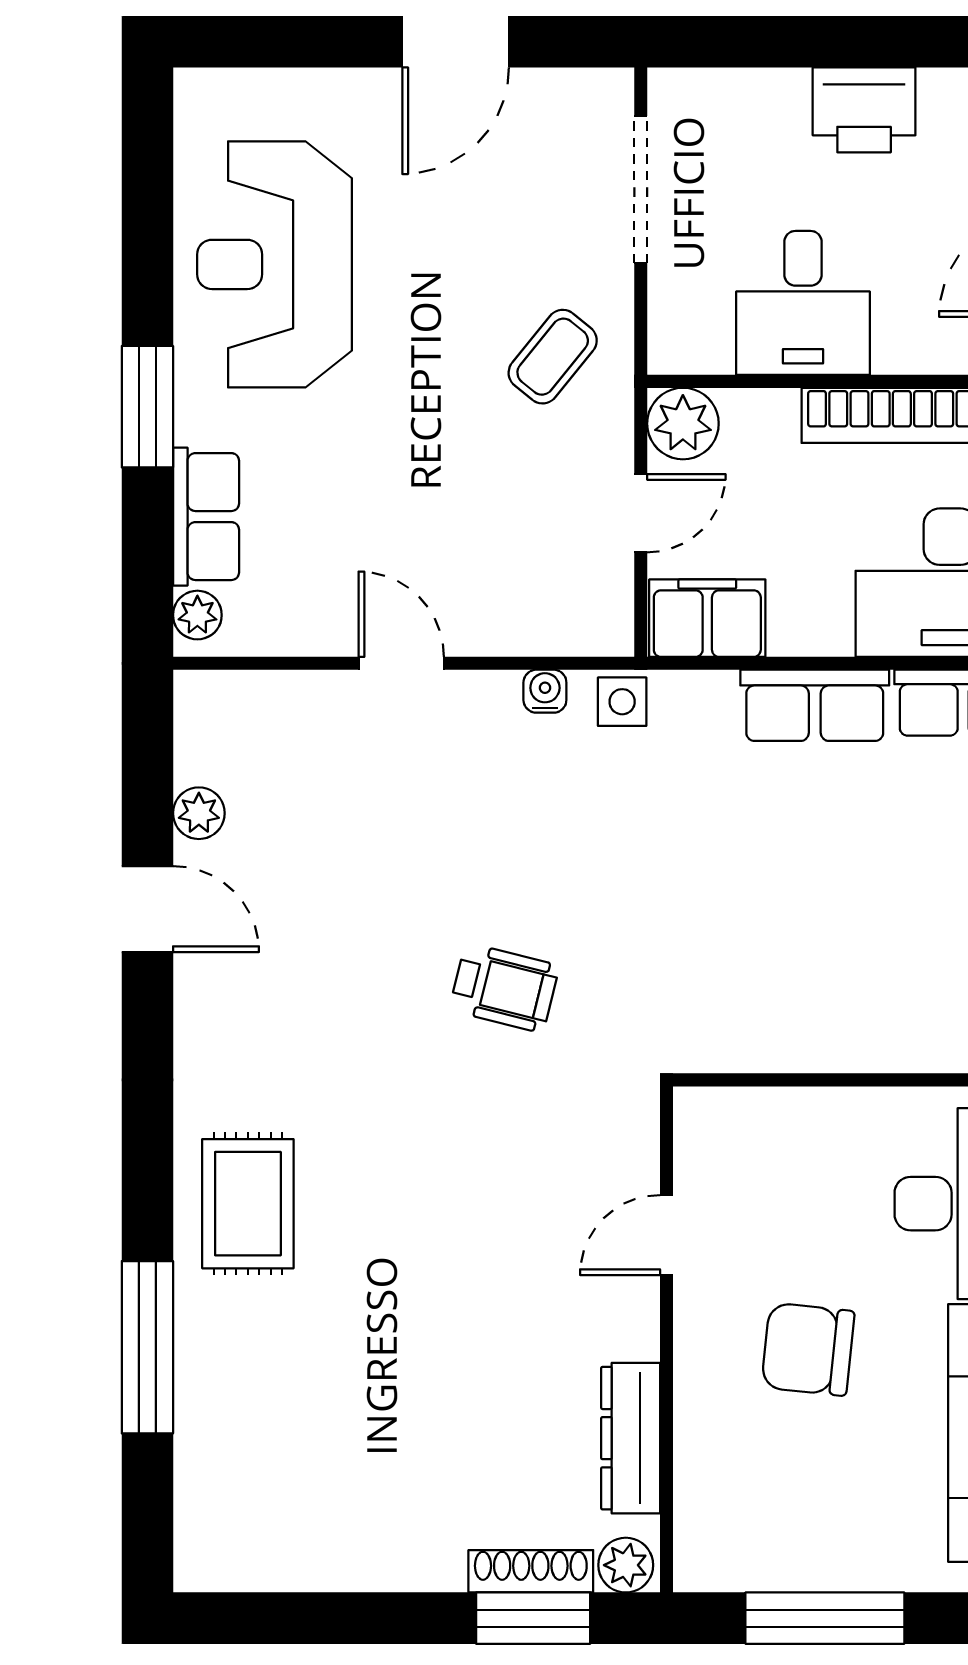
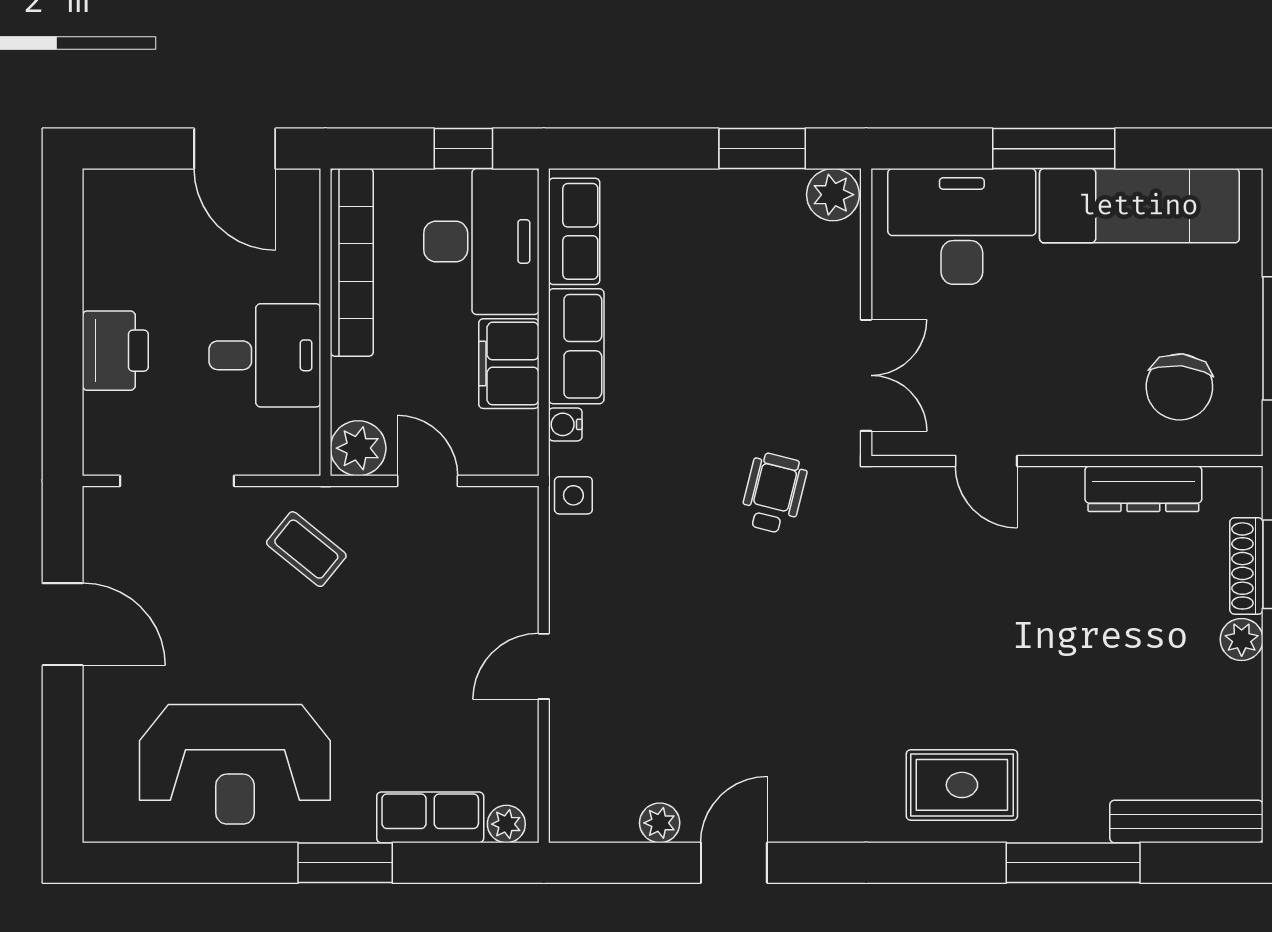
printer: (864, 110) -> (115, 351), moved
filing cabinet: (707, 618) -> (509, 364), moved
water cooler: (545, 691) -> (565, 424), moved
wheelchair: (504, 988) -> (774, 493), moved
double door: (777, 1080) -> (866, 375), added
chair: (808, 1349) -> (1179, 387), moved
bench: (201, 1494) -> (1186, 821), added
plant: (626, 1565) -> (1242, 639), moved

